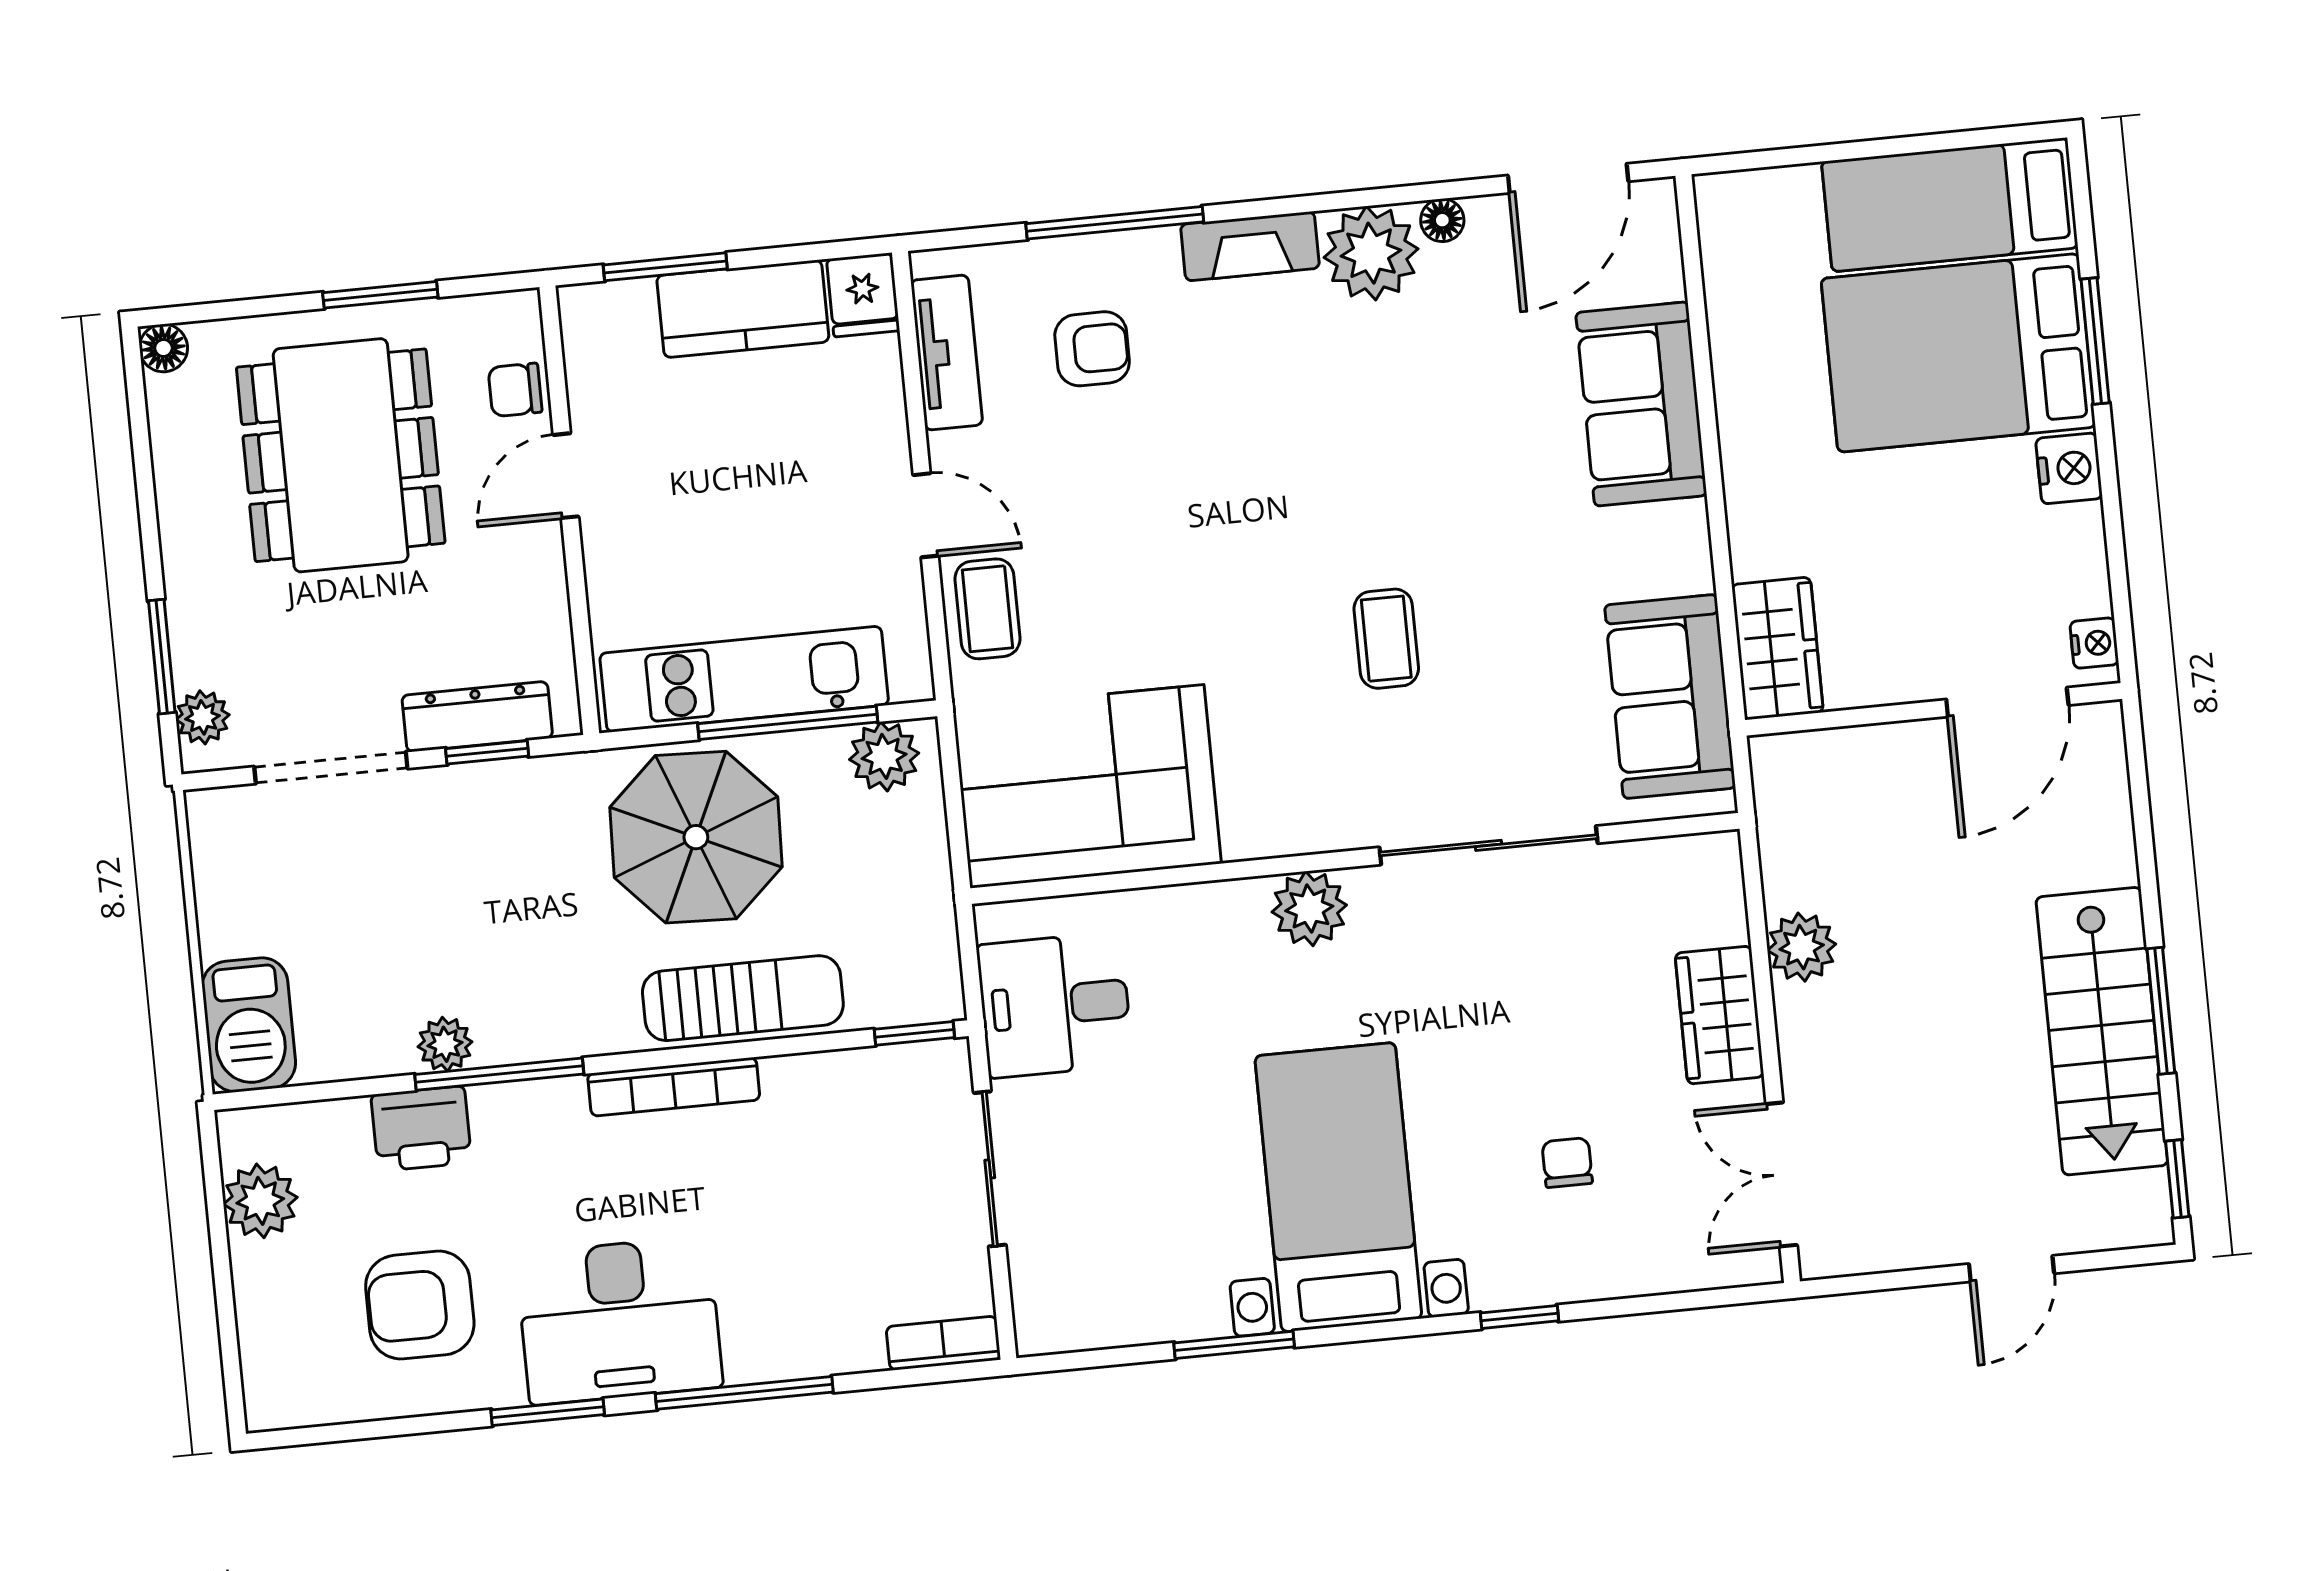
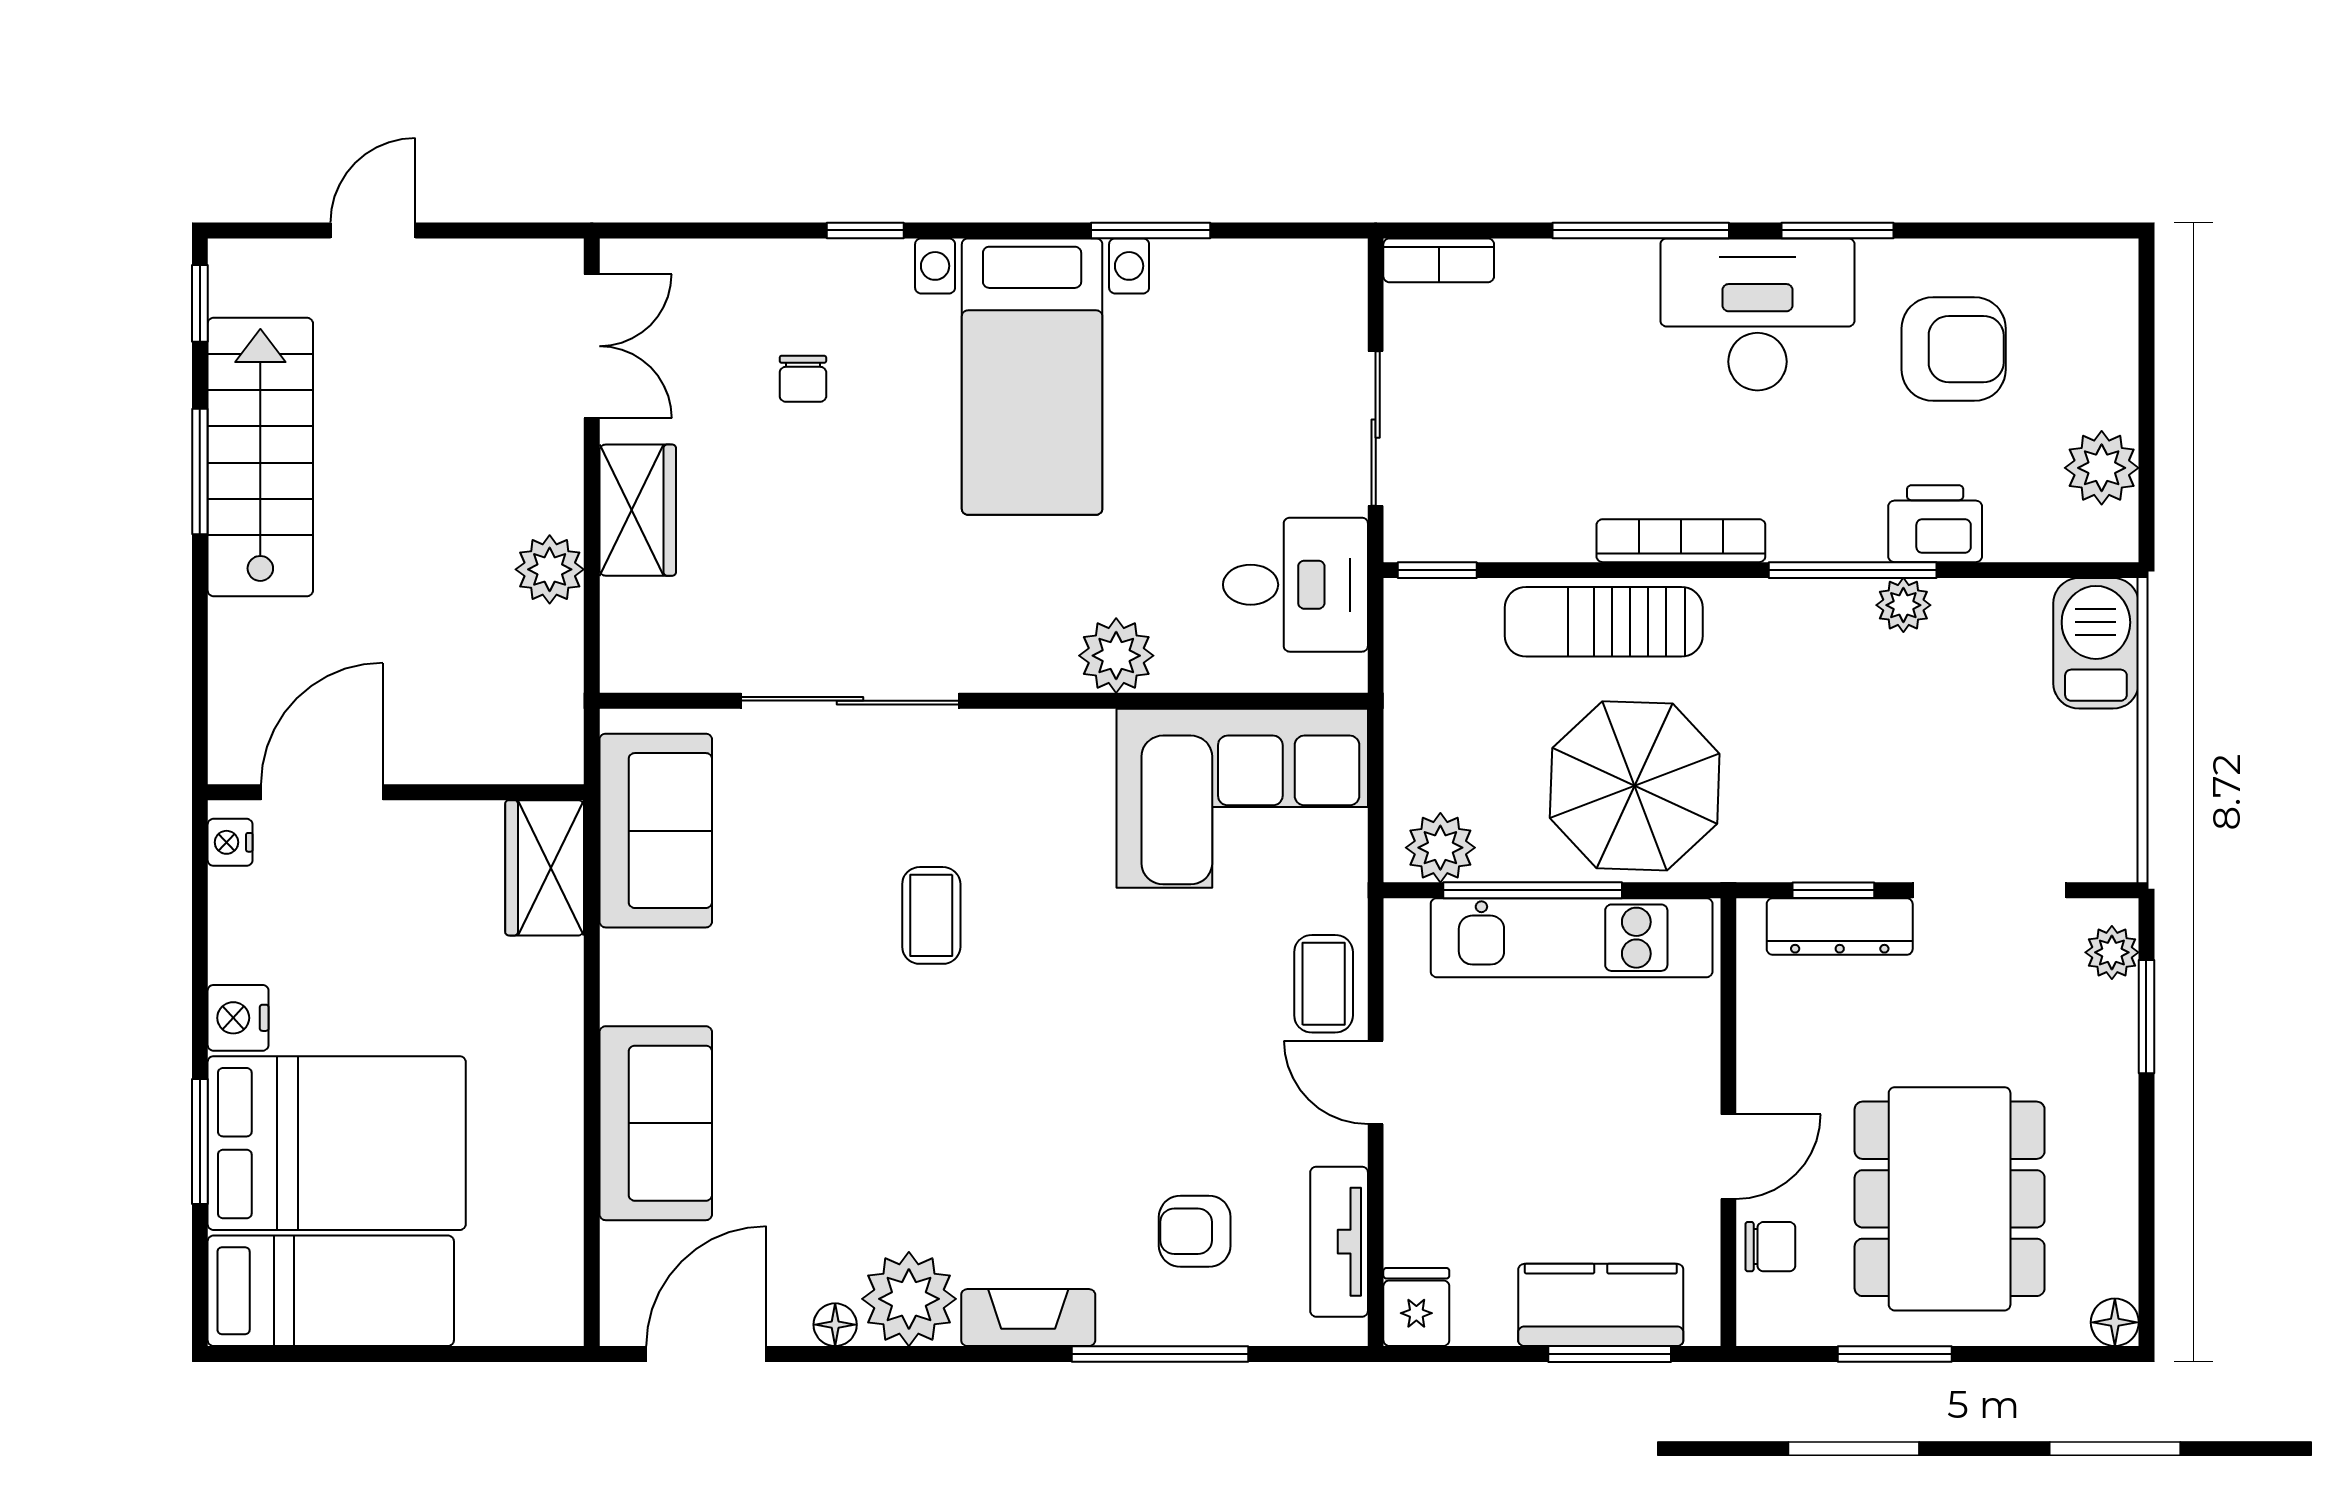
kitchen counter: (743, 309) -> (1601, 1305), moved
plant: (1309, 909) -> (1116, 656), moved

